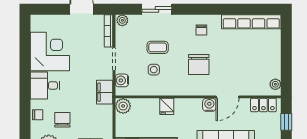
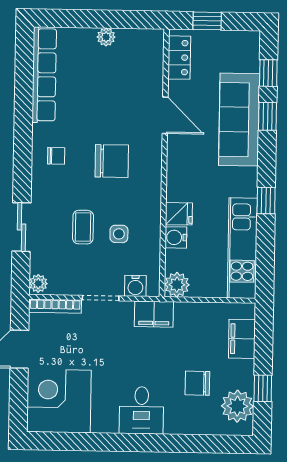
corner desk: (50, 51) -> (59, 401), moved
plant: (275, 84) -> (106, 37), moved
water cooler: (209, 105) -> (176, 237), moved
chair: (38, 115) -> (189, 423), removed

